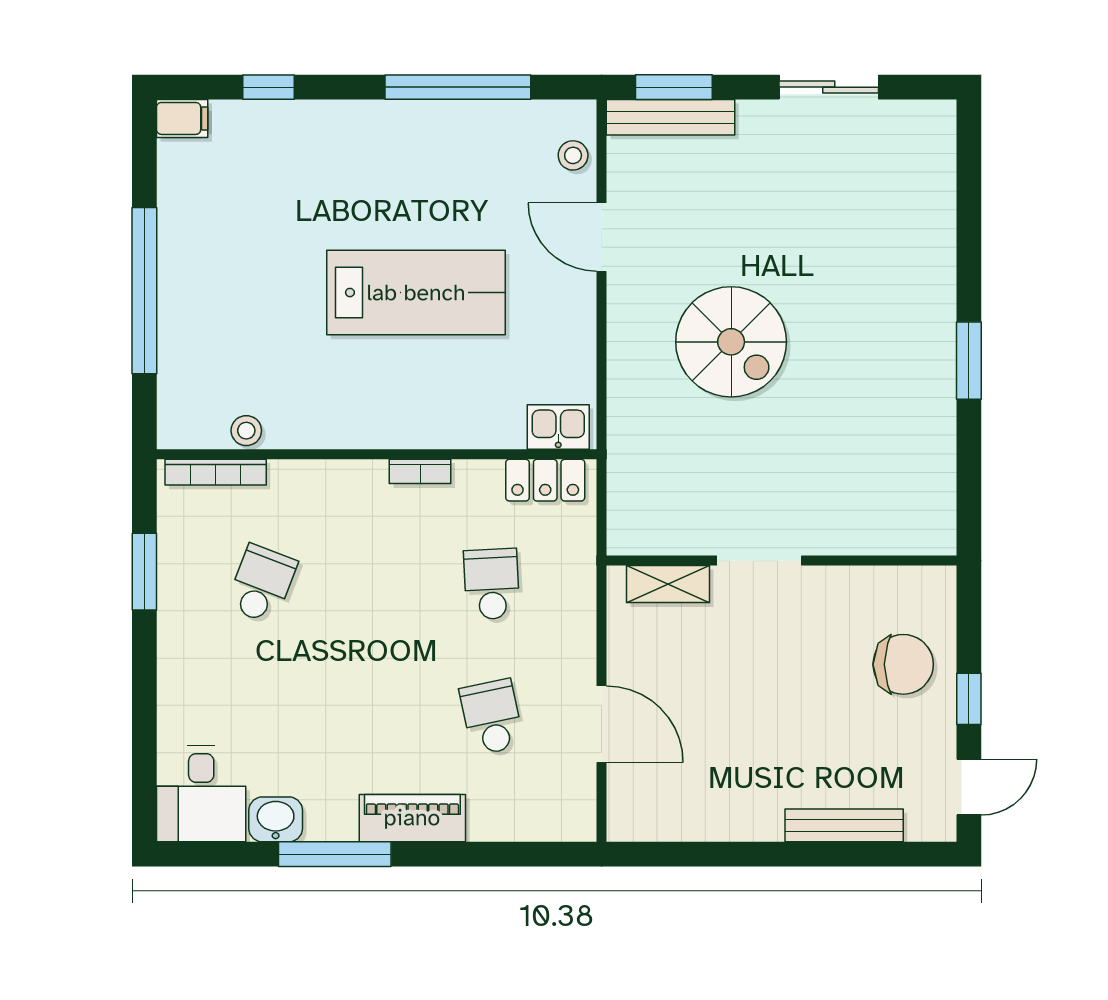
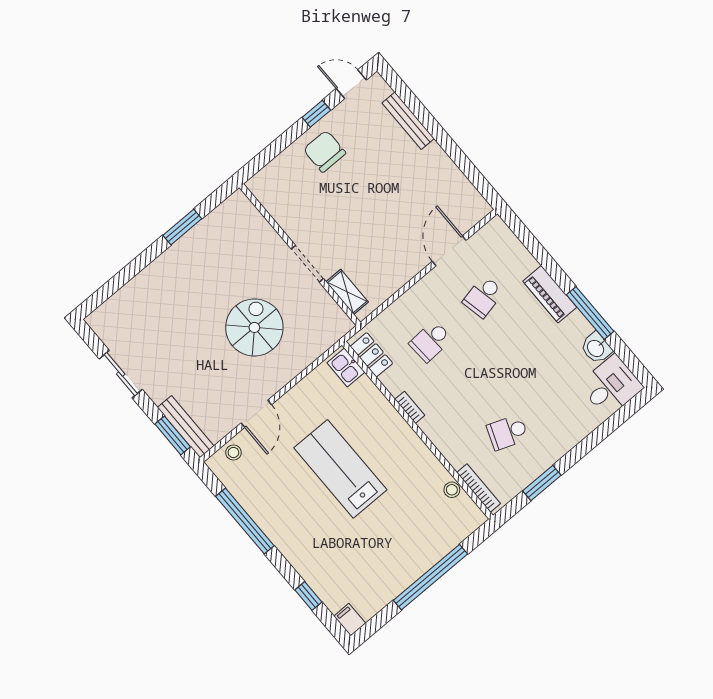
doorway: (759, 561) -> (307, 264), moved
wall: (782, 561) -> (300, 255), moved
shelving: (668, 584) -> (347, 292), moved

